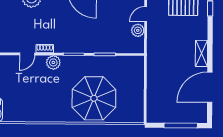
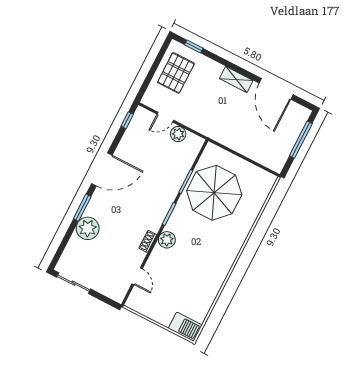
door: (146, 14) -> (165, 117), hinge flipped
door: (27, 54) -> (137, 276), moved
parasol: (94, 98) -> (214, 193), moved

